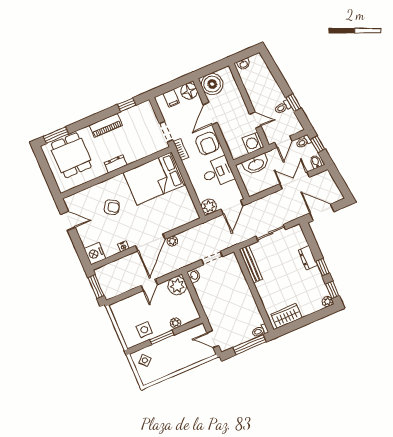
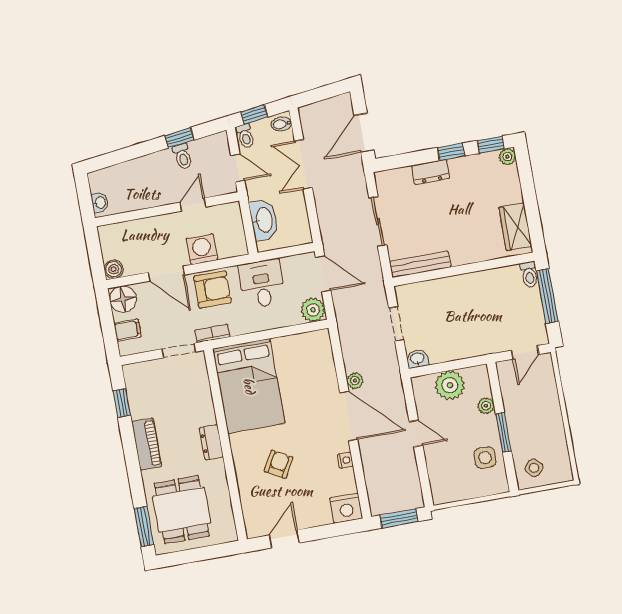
boiler: (212, 84) -> (114, 269), width x0.54, depth x0.54
washing machine: (253, 143) -> (202, 249), moved, turned 180
dining table: (71, 155) -> (182, 510), turned 90
plant: (177, 286) -> (450, 385), moved

